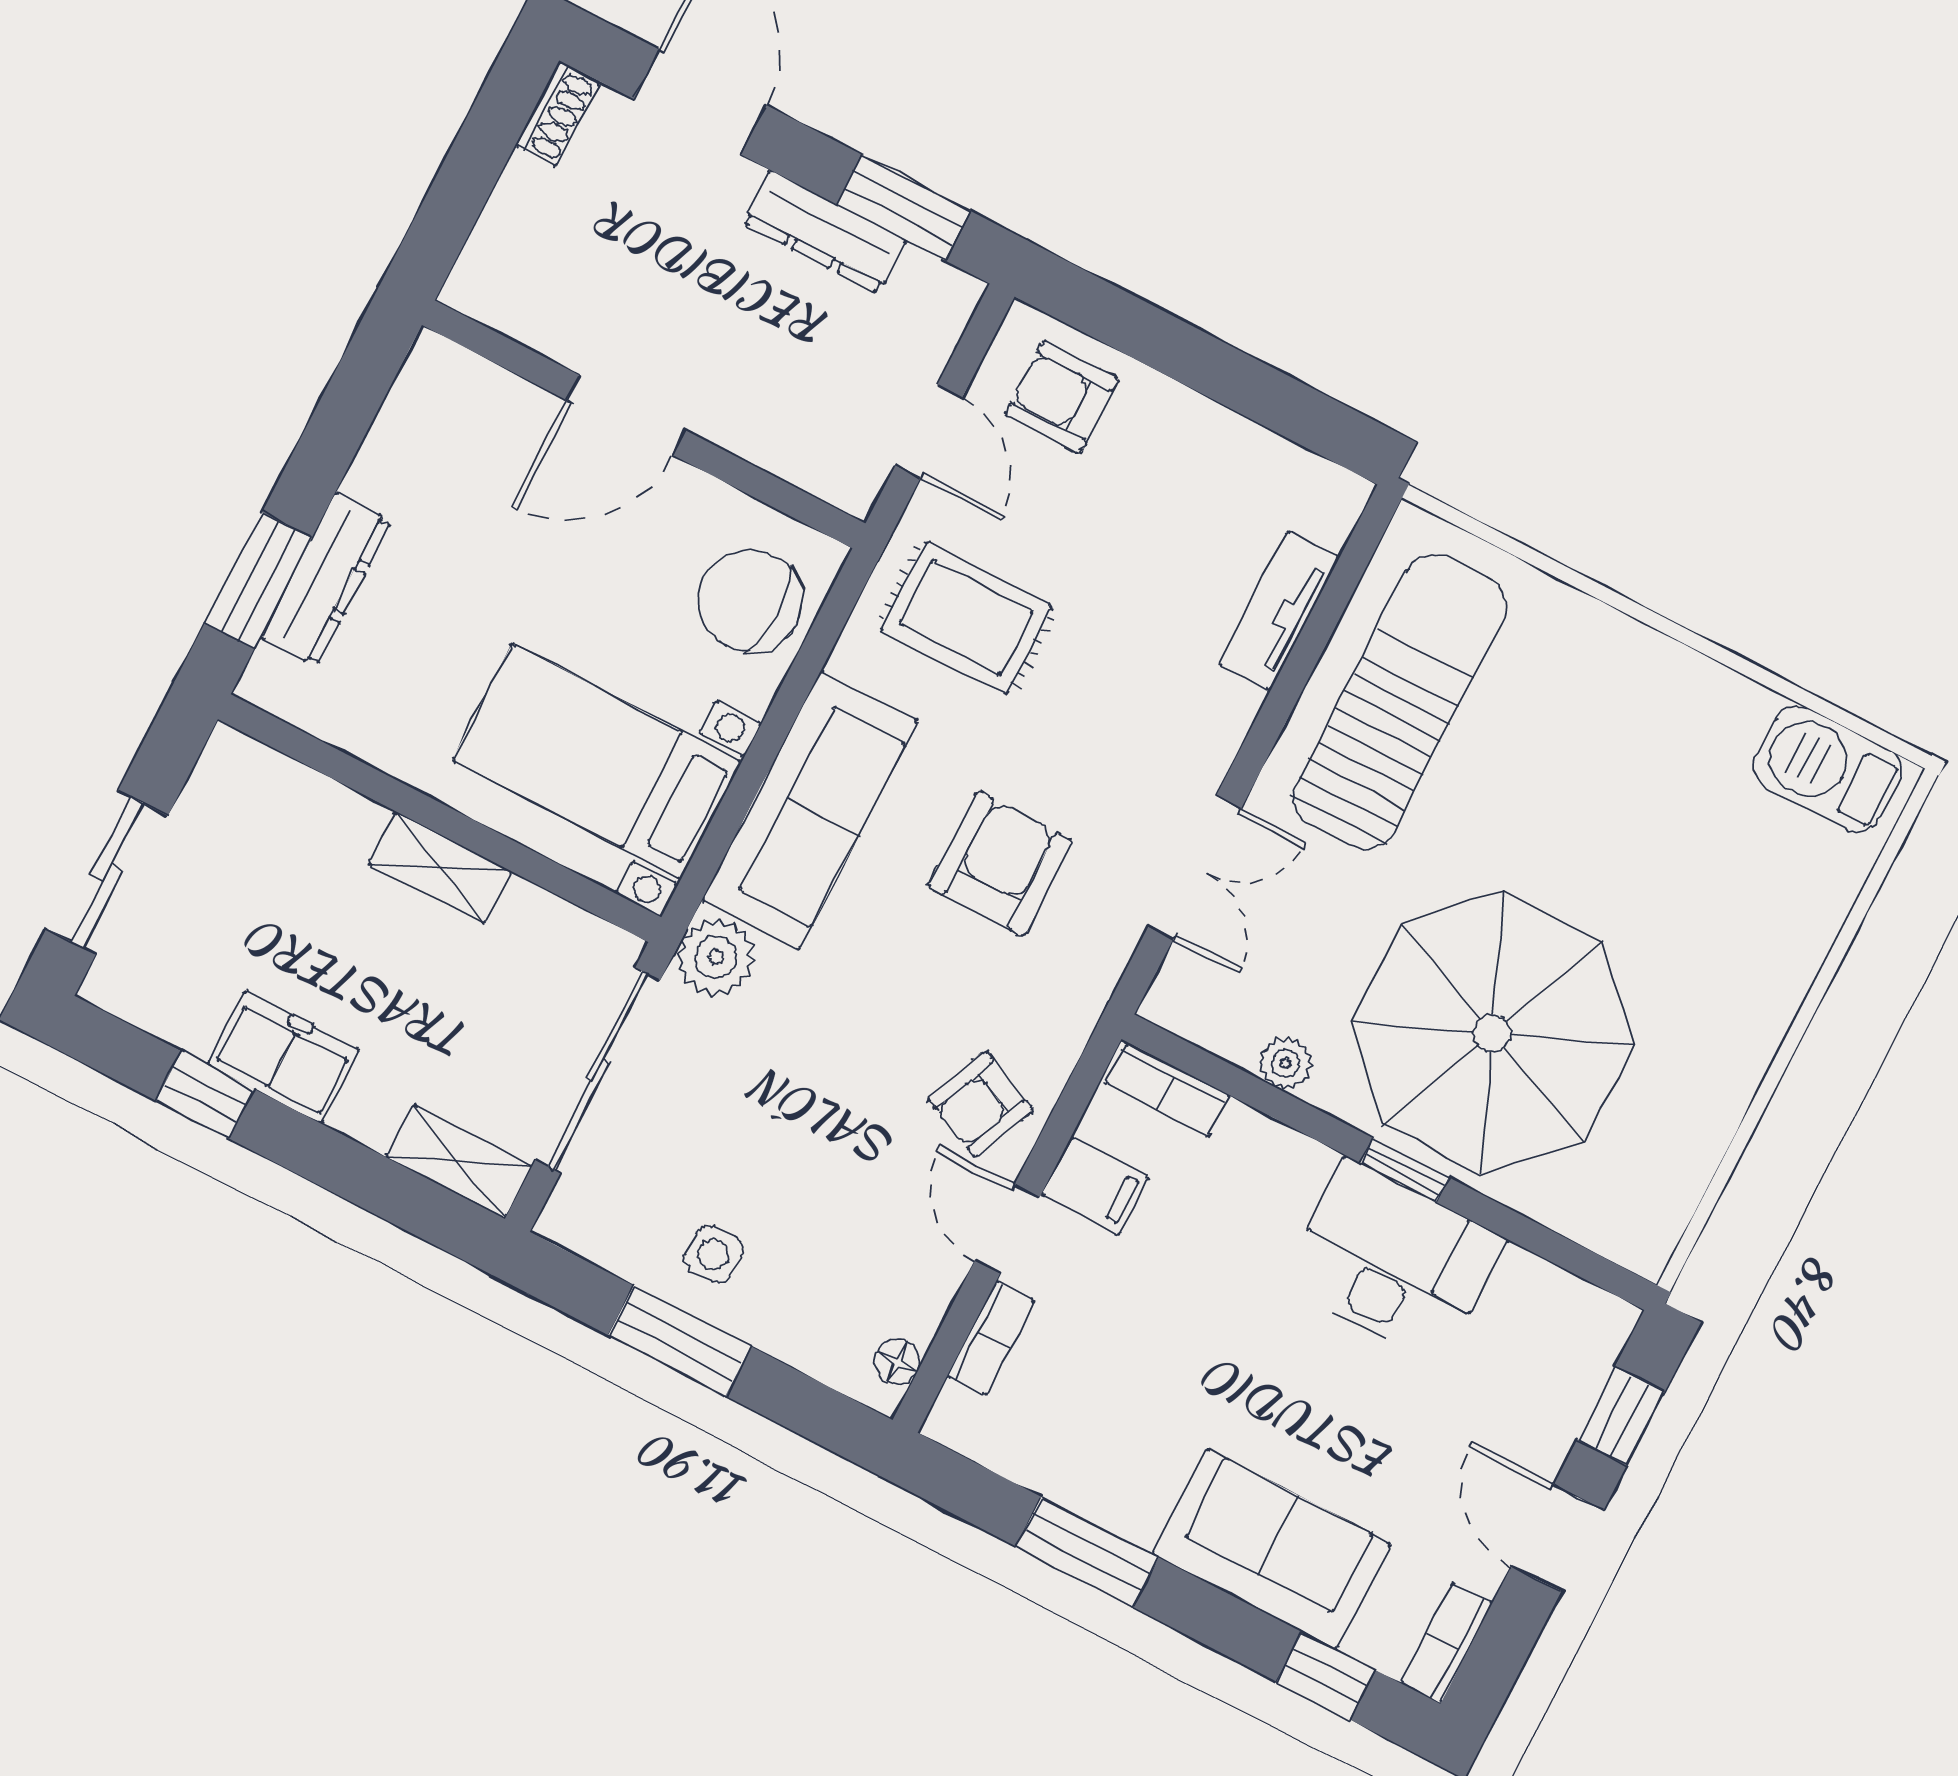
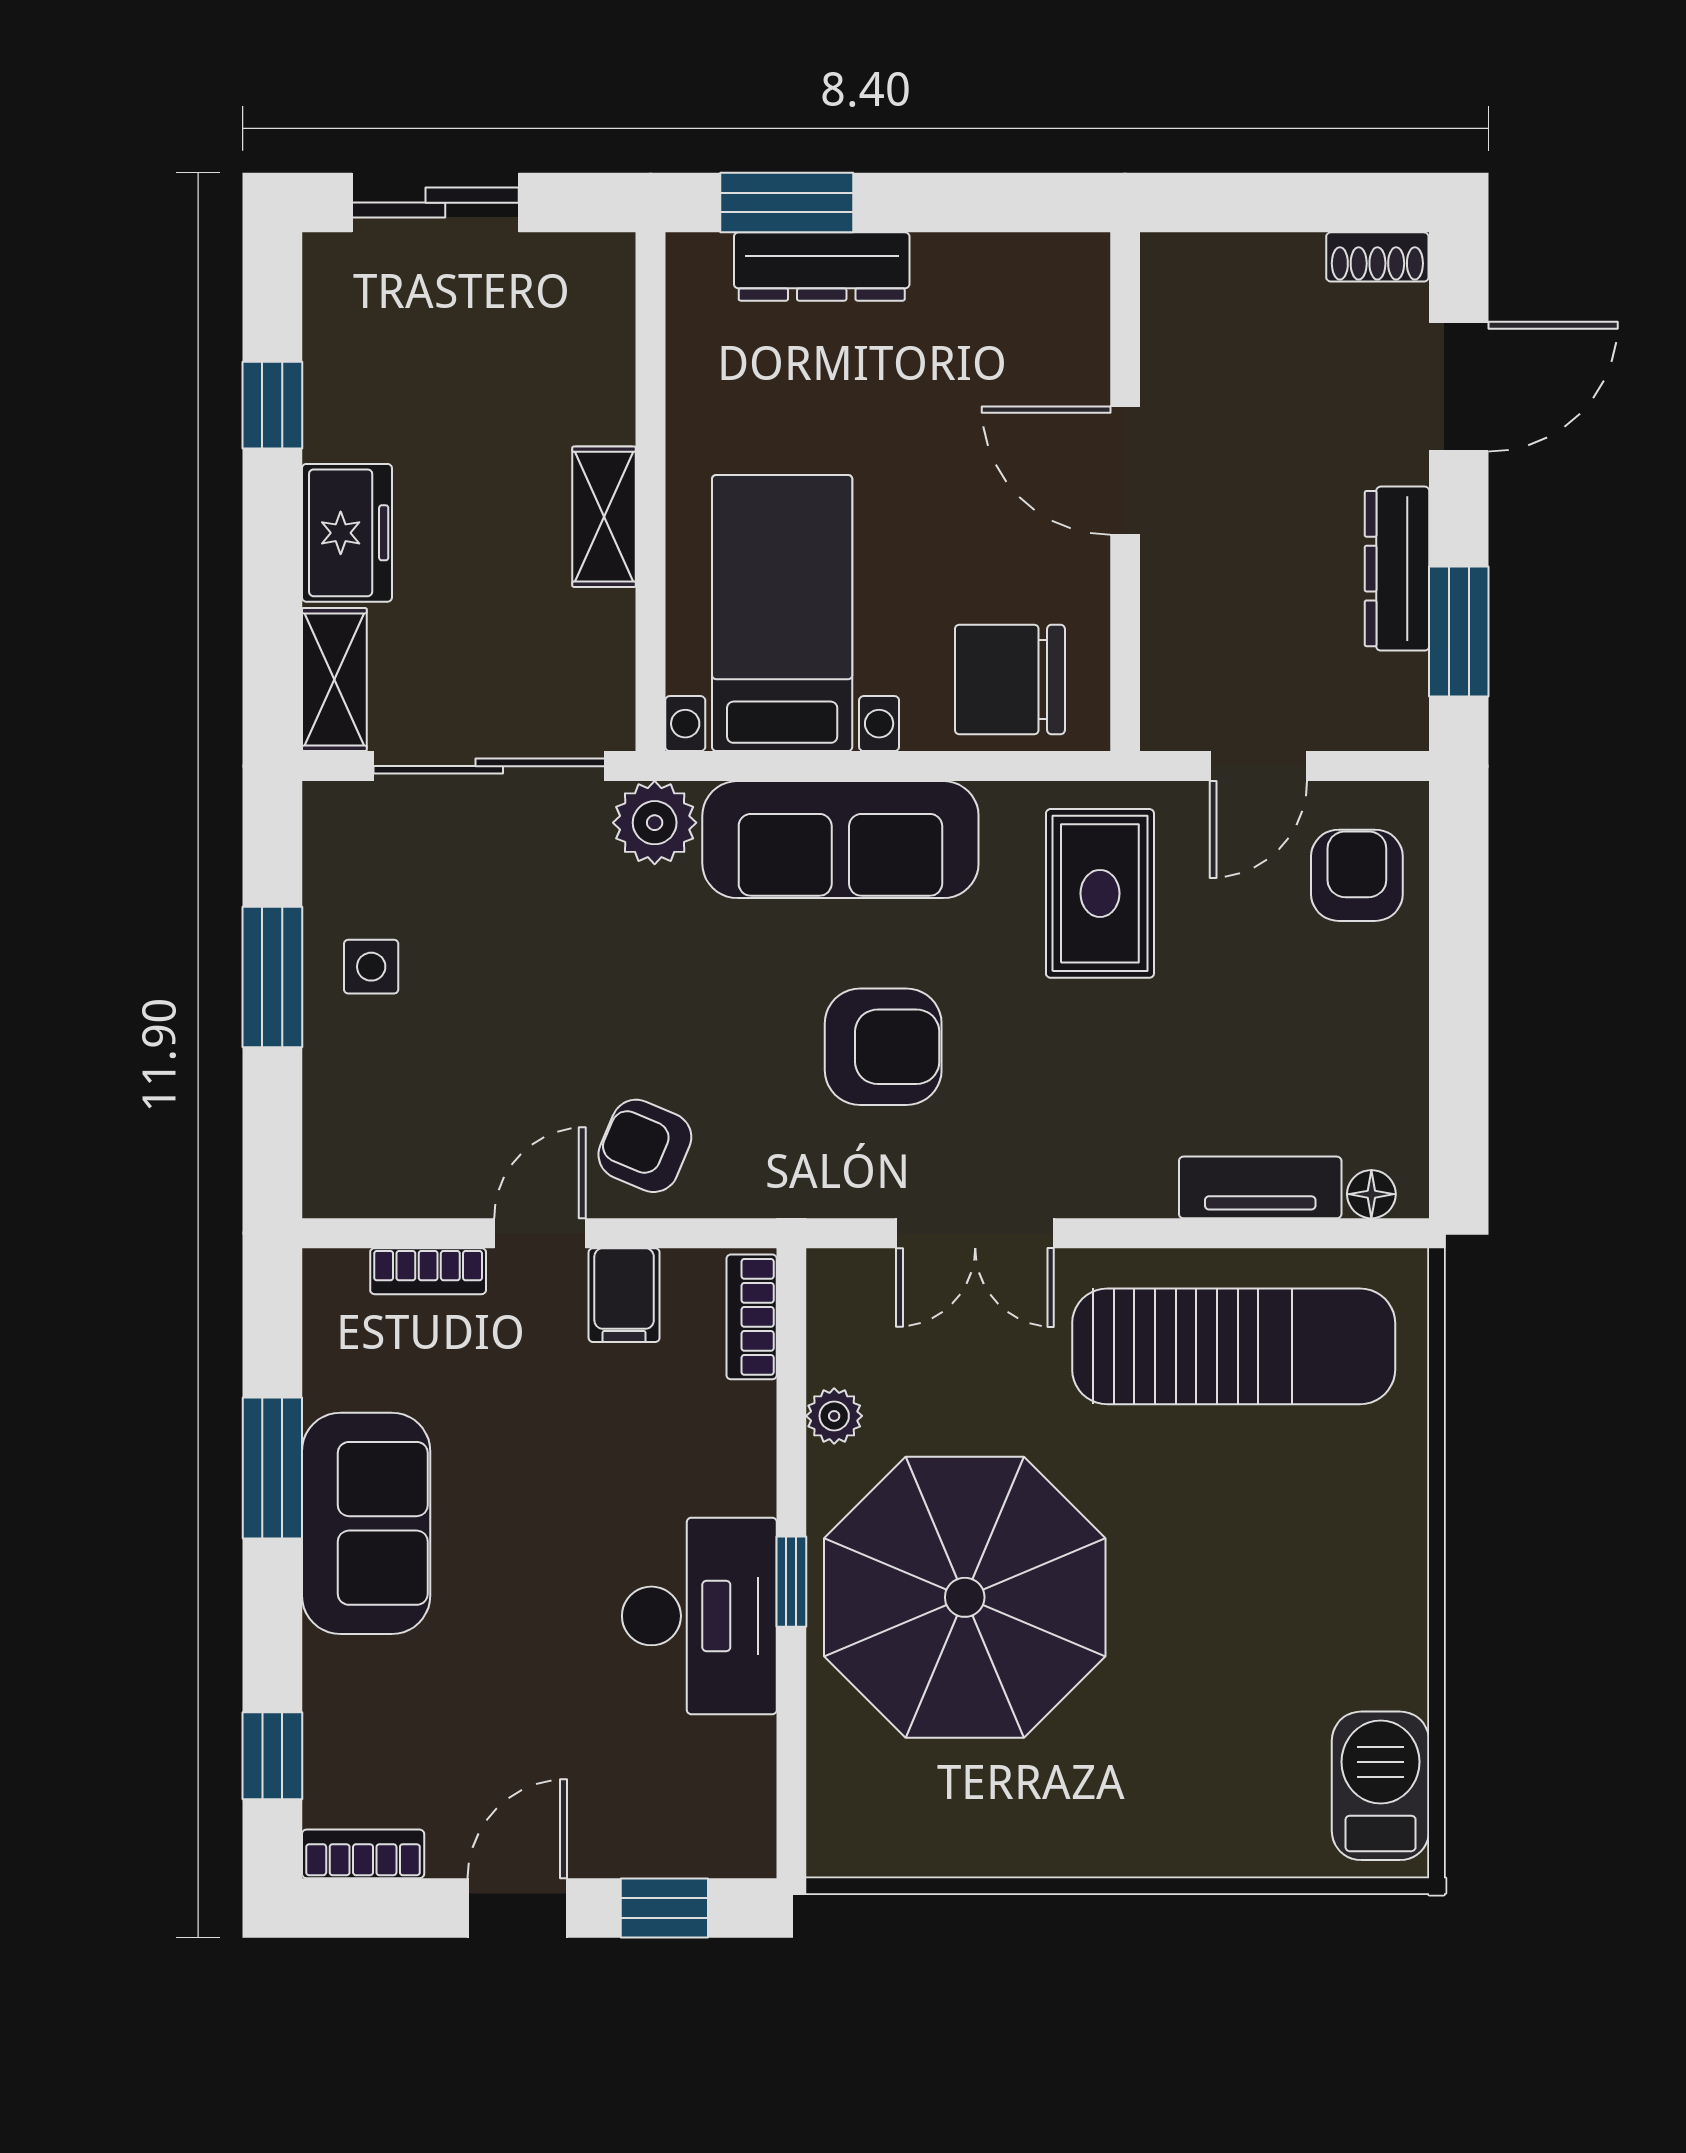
chair: (750, 601) -> (1010, 680), turned -90
freezer: (283, 1057) -> (347, 533), moved
floor lamp: (898, 1362) -> (1371, 1194), moved
sofa: (1272, 1549) -> (366, 1523), moved

